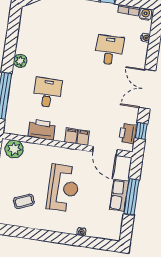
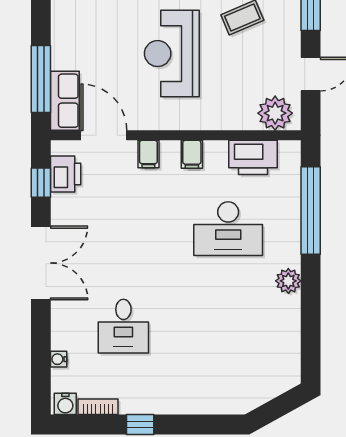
desk: (47, 93) -> (228, 229), width x1.37
printer: (42, 130) -> (253, 157), moved
filing cabinet: (71, 136) -> (192, 154), moved
row of seats: (119, 195) -> (65, 101), moved
window: (131, 197) -> (41, 79), moved

